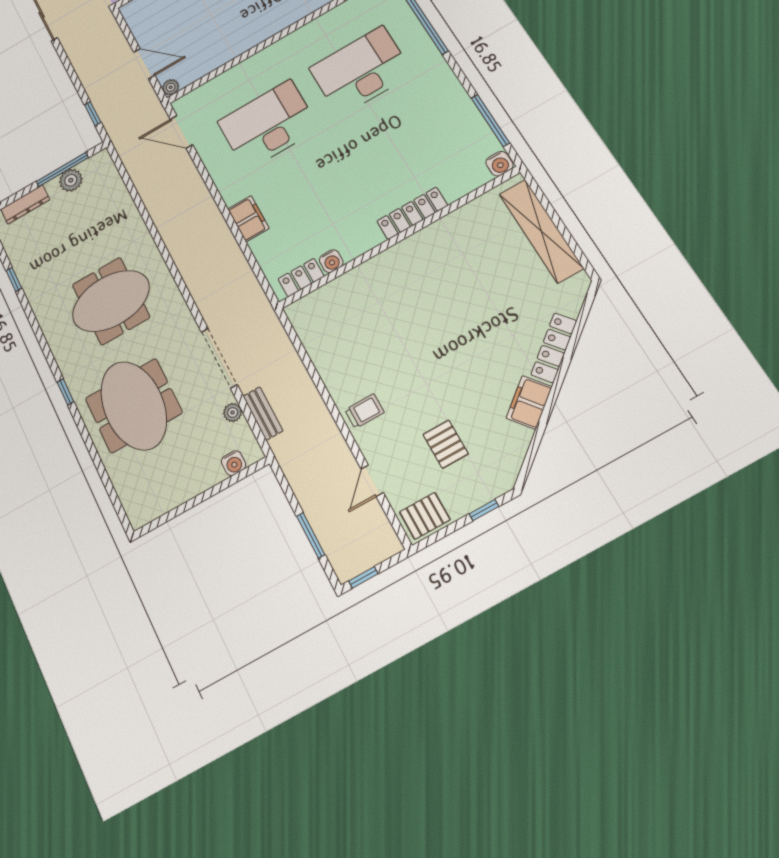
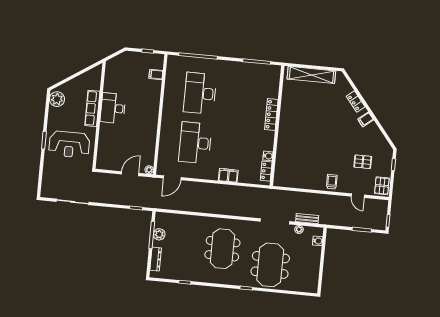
water cooler: (499, 164) -> (276, 71), removed
locker: (554, 348) -> (356, 101), width x0.66
filing cabinet: (529, 402) -> (366, 119), width x0.50
meeting table: (134, 406) -> (270, 265), turned 90

